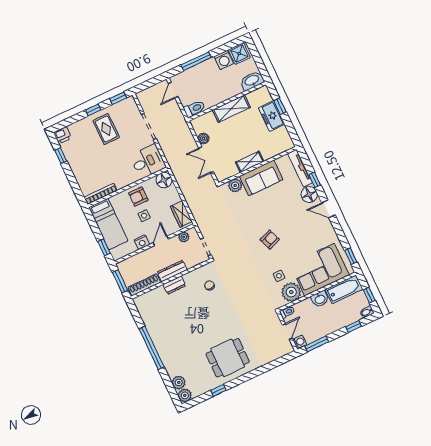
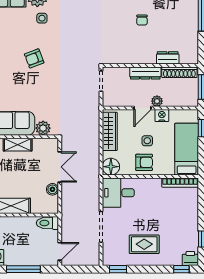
window: (93, 110) -> (181, 269), moved
rug: (106, 129) -> (144, 244), turned 90
wardrobe: (181, 214) -> (110, 131), width x1.50
plant: (184, 237) -> (157, 101), moved
dresser: (174, 285) -> (168, 58), moved
chair: (210, 286) -> (142, 20), moved

